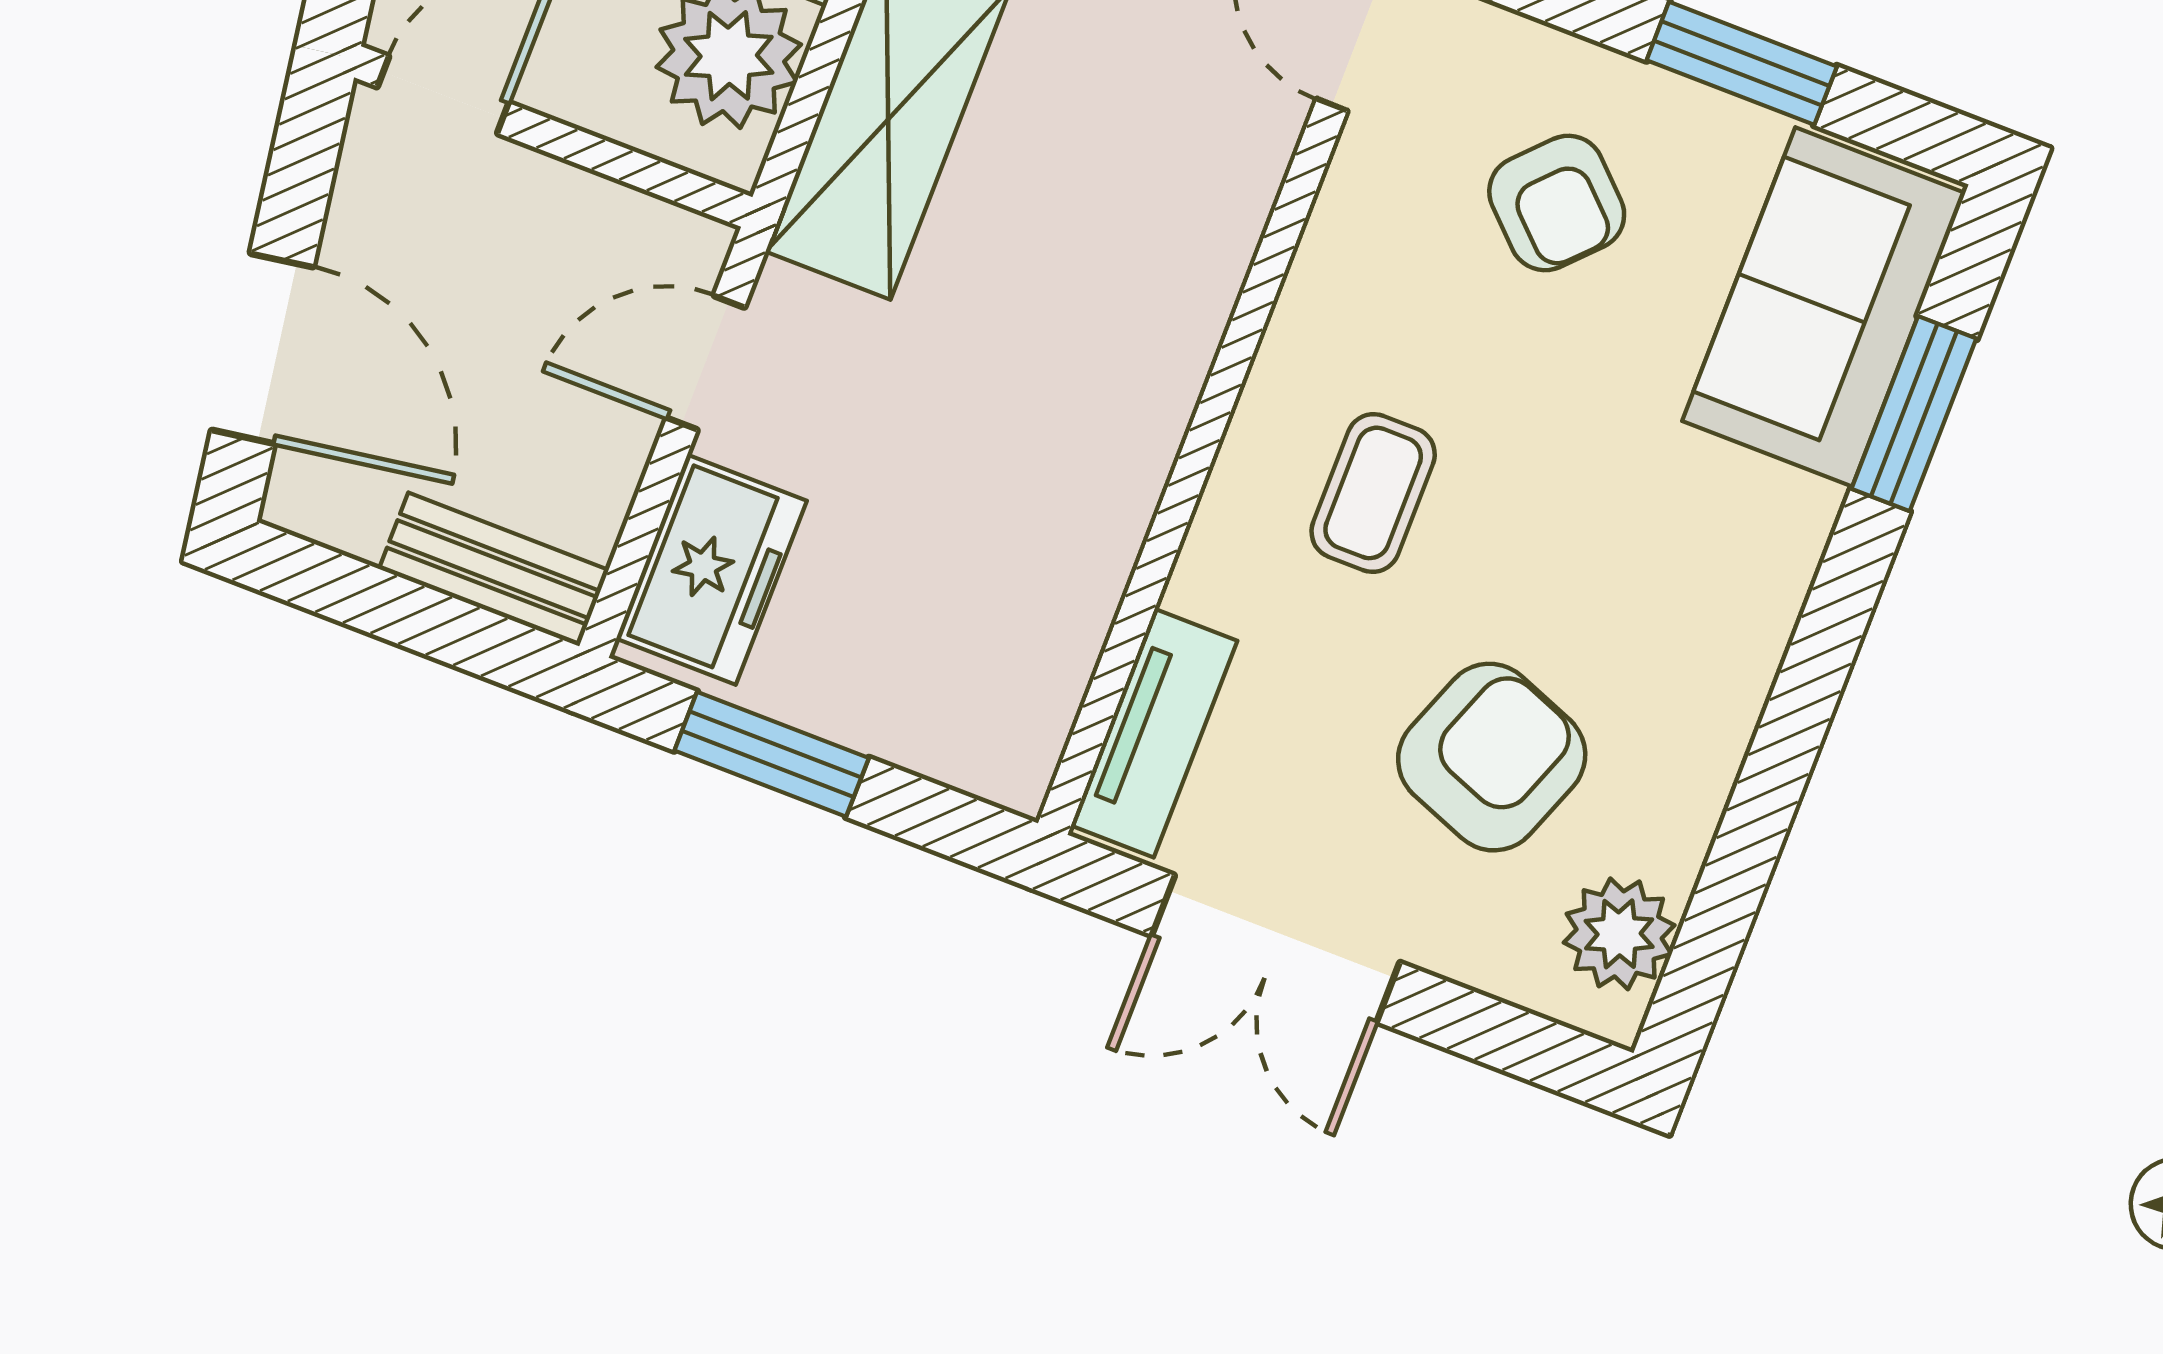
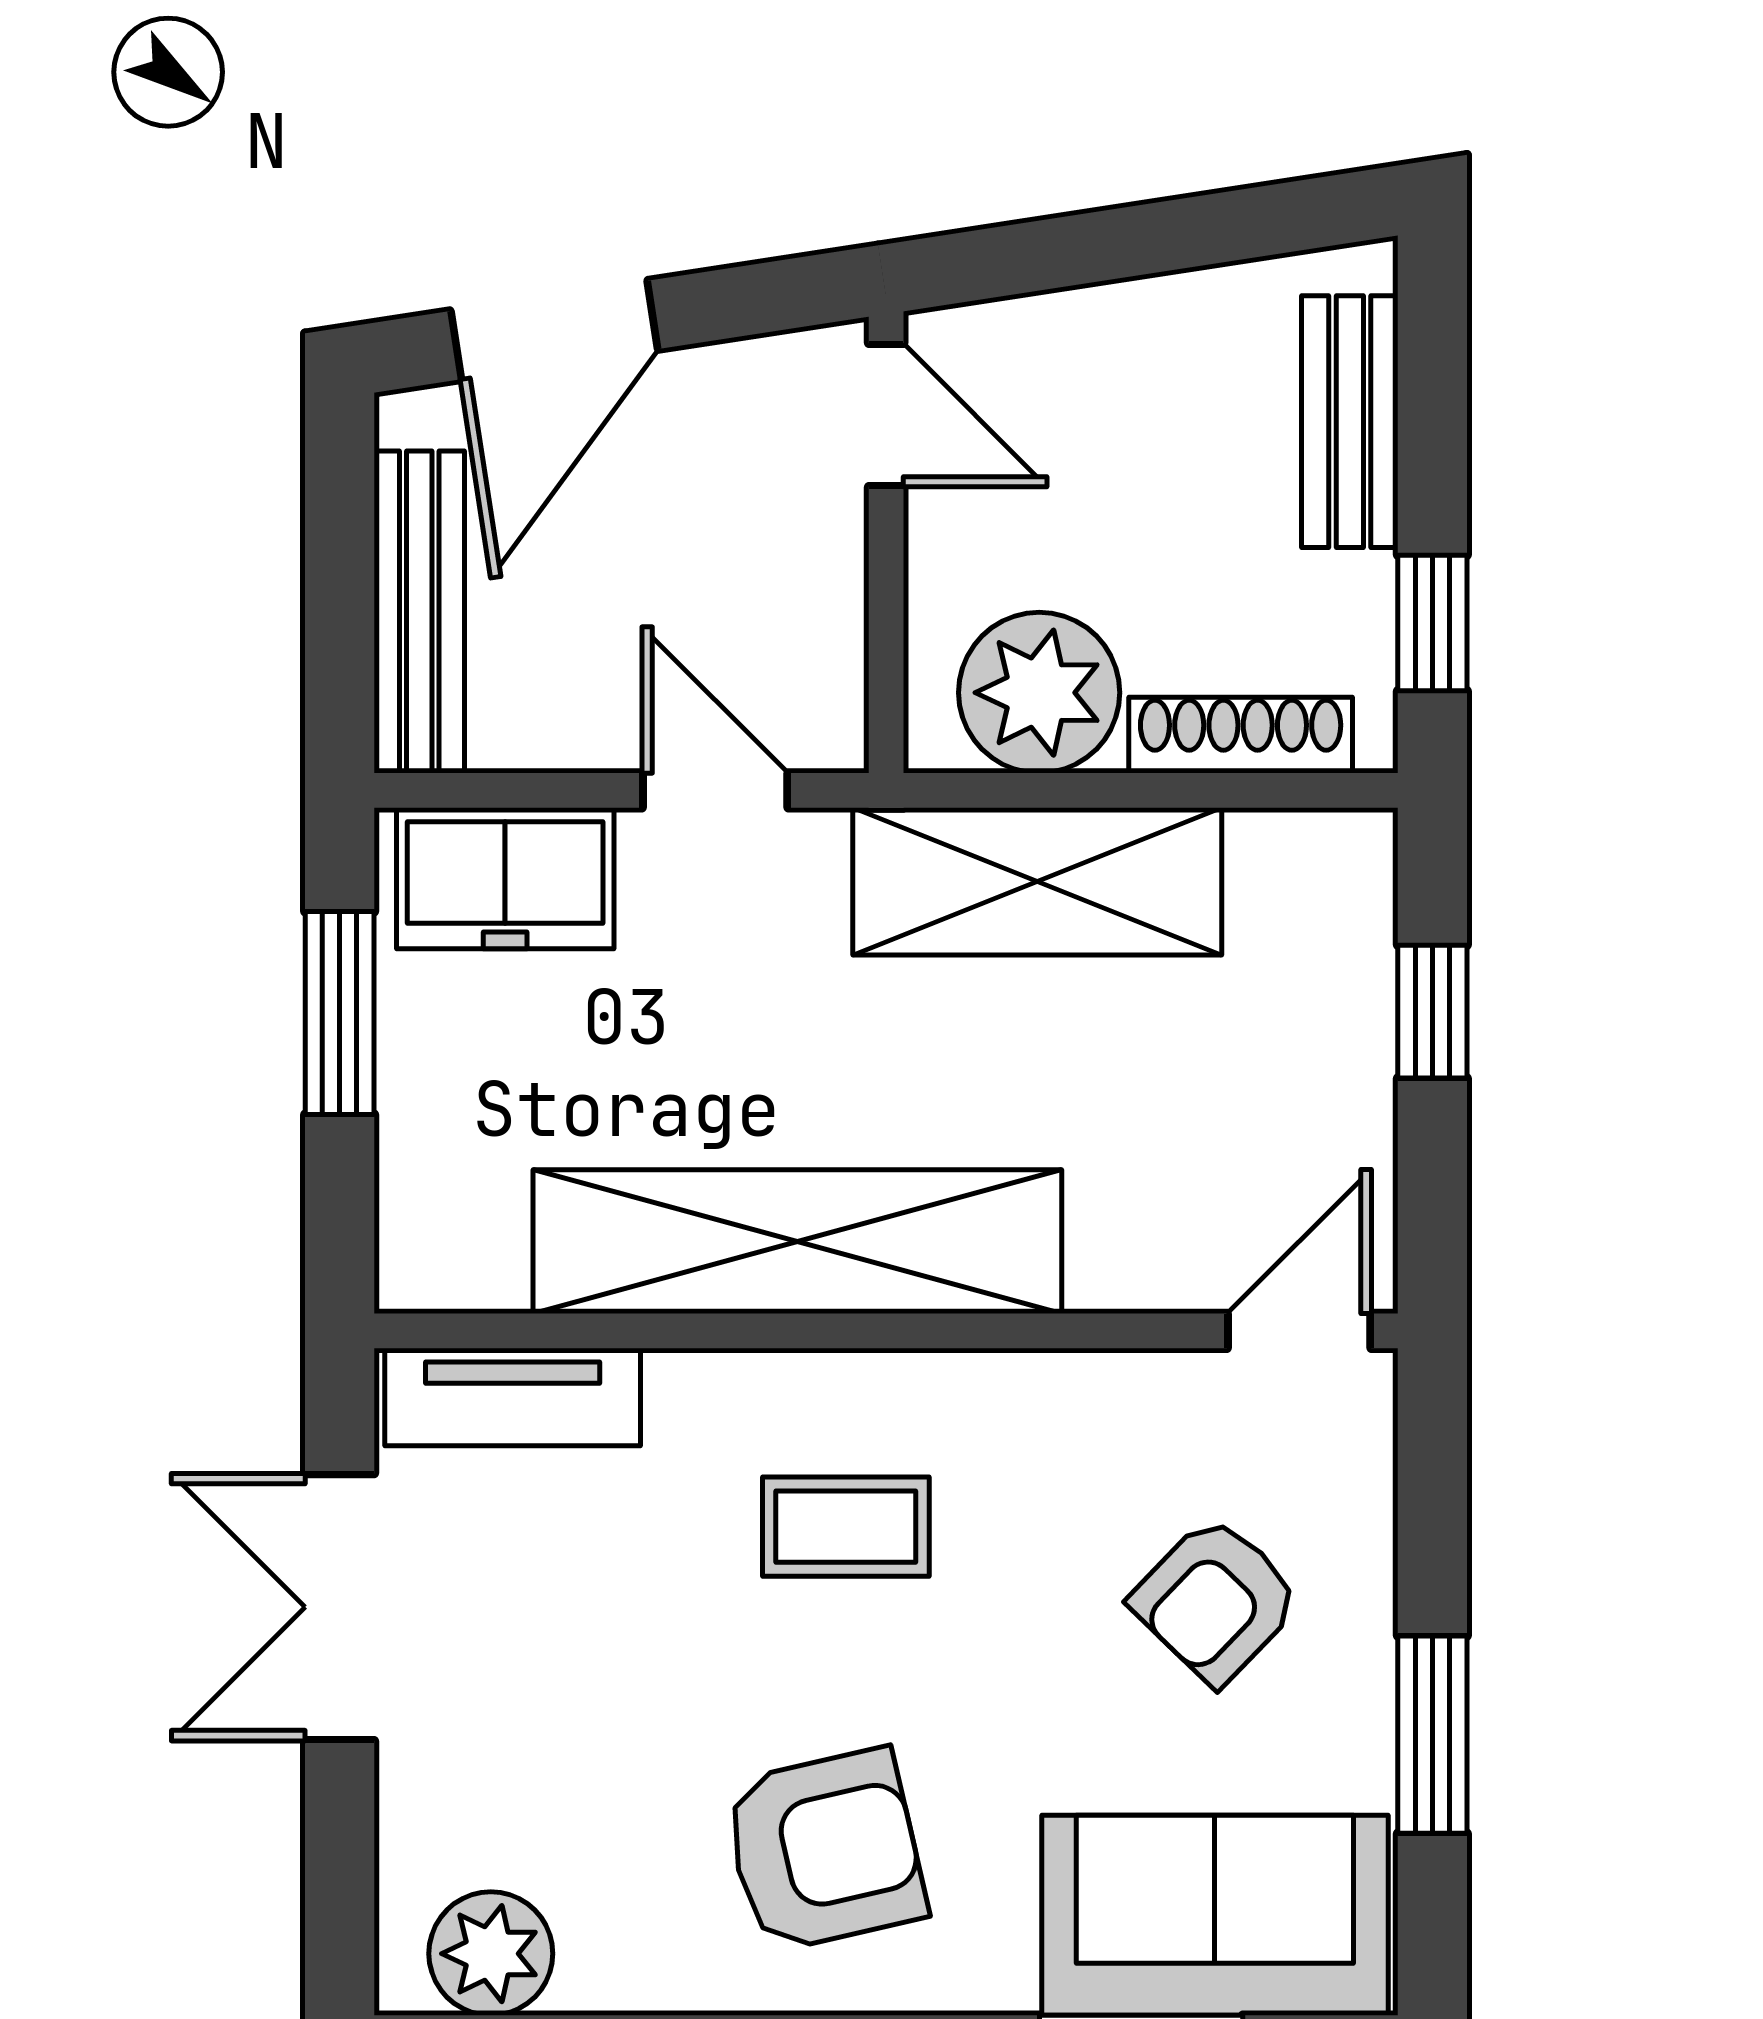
shelving: (1115, 441) -> (797, 1242), added
bench: (494, 569) -> (419, 612), width x1.36
armchair: (1492, 757) -> (825, 1850), moved, turned -34

